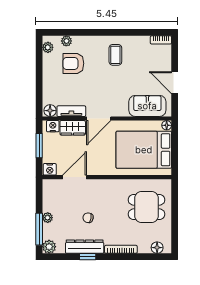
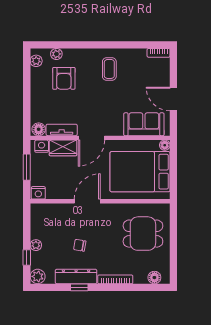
armchair: (73, 63) -> (64, 78), turned -90
door: (74, 177) -> (87, 201), moved
window: (39, 229) -> (27, 258), width x0.46

